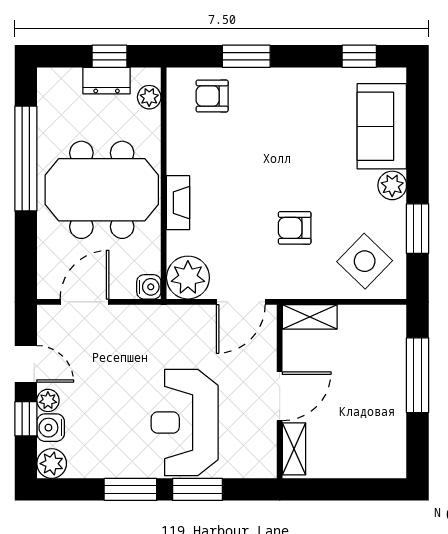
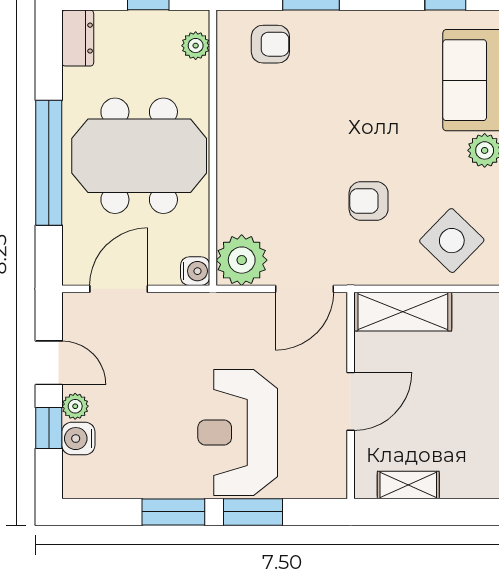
dresser: (107, 81) -> (78, 38), moved, turned -90
armchair: (212, 96) -> (270, 44), turned 180
window: (26, 159) -> (49, 163), moved
fireplace: (178, 203) -> (230, 171), removed
shelving: (310, 317) -> (403, 312), width x1.50, depth x1.33
shelving: (294, 449) -> (408, 485), moved, turned 90
plant: (52, 464) -> (80, 481), removed

